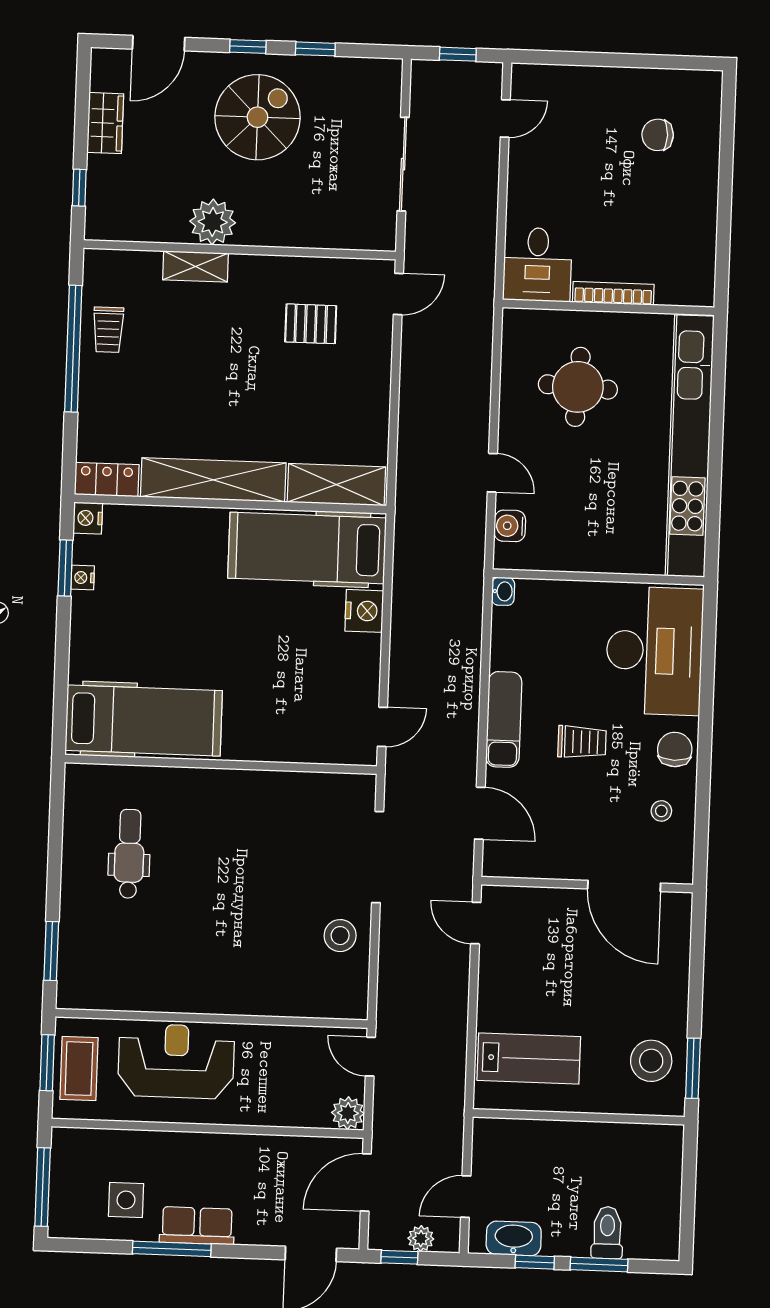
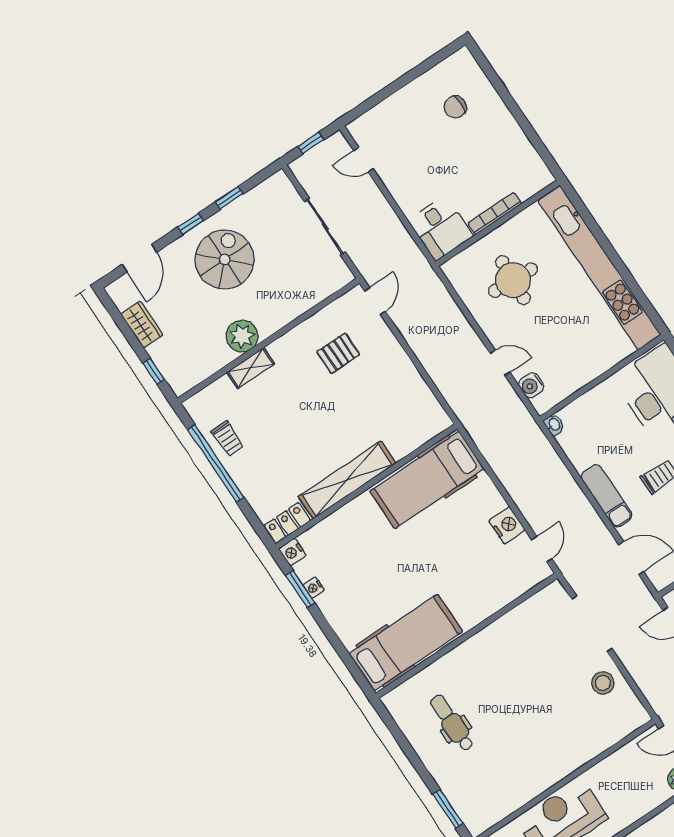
door: (505, 118) -> (363, 160), swing flipped
shelving: (336, 485) -> (418, 433), removed
nightstand: (364, 611) -> (507, 525), moved

